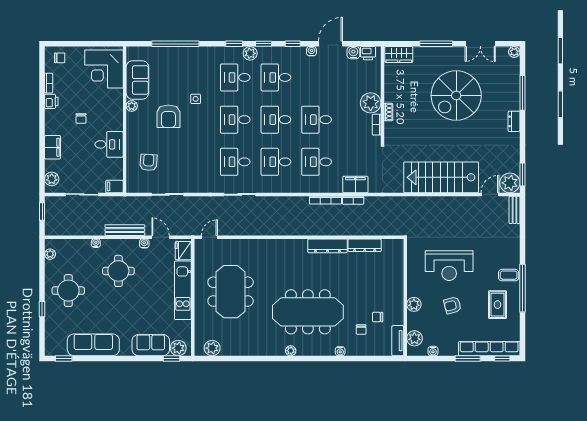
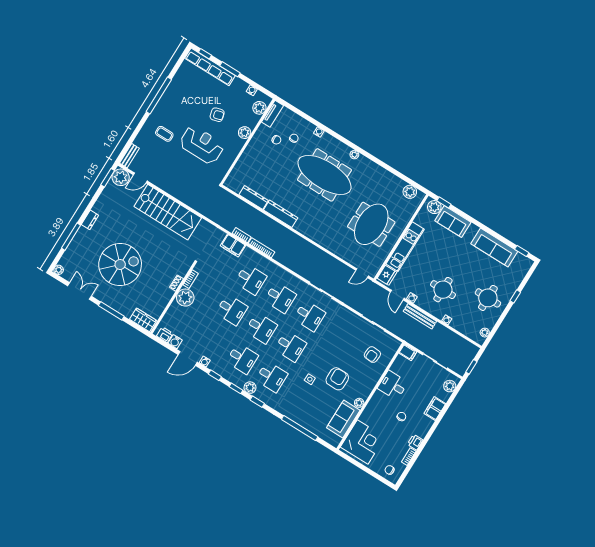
coffee table: (509, 275) -> (164, 134), moved
rug: (498, 305) -> (184, 95), removed

